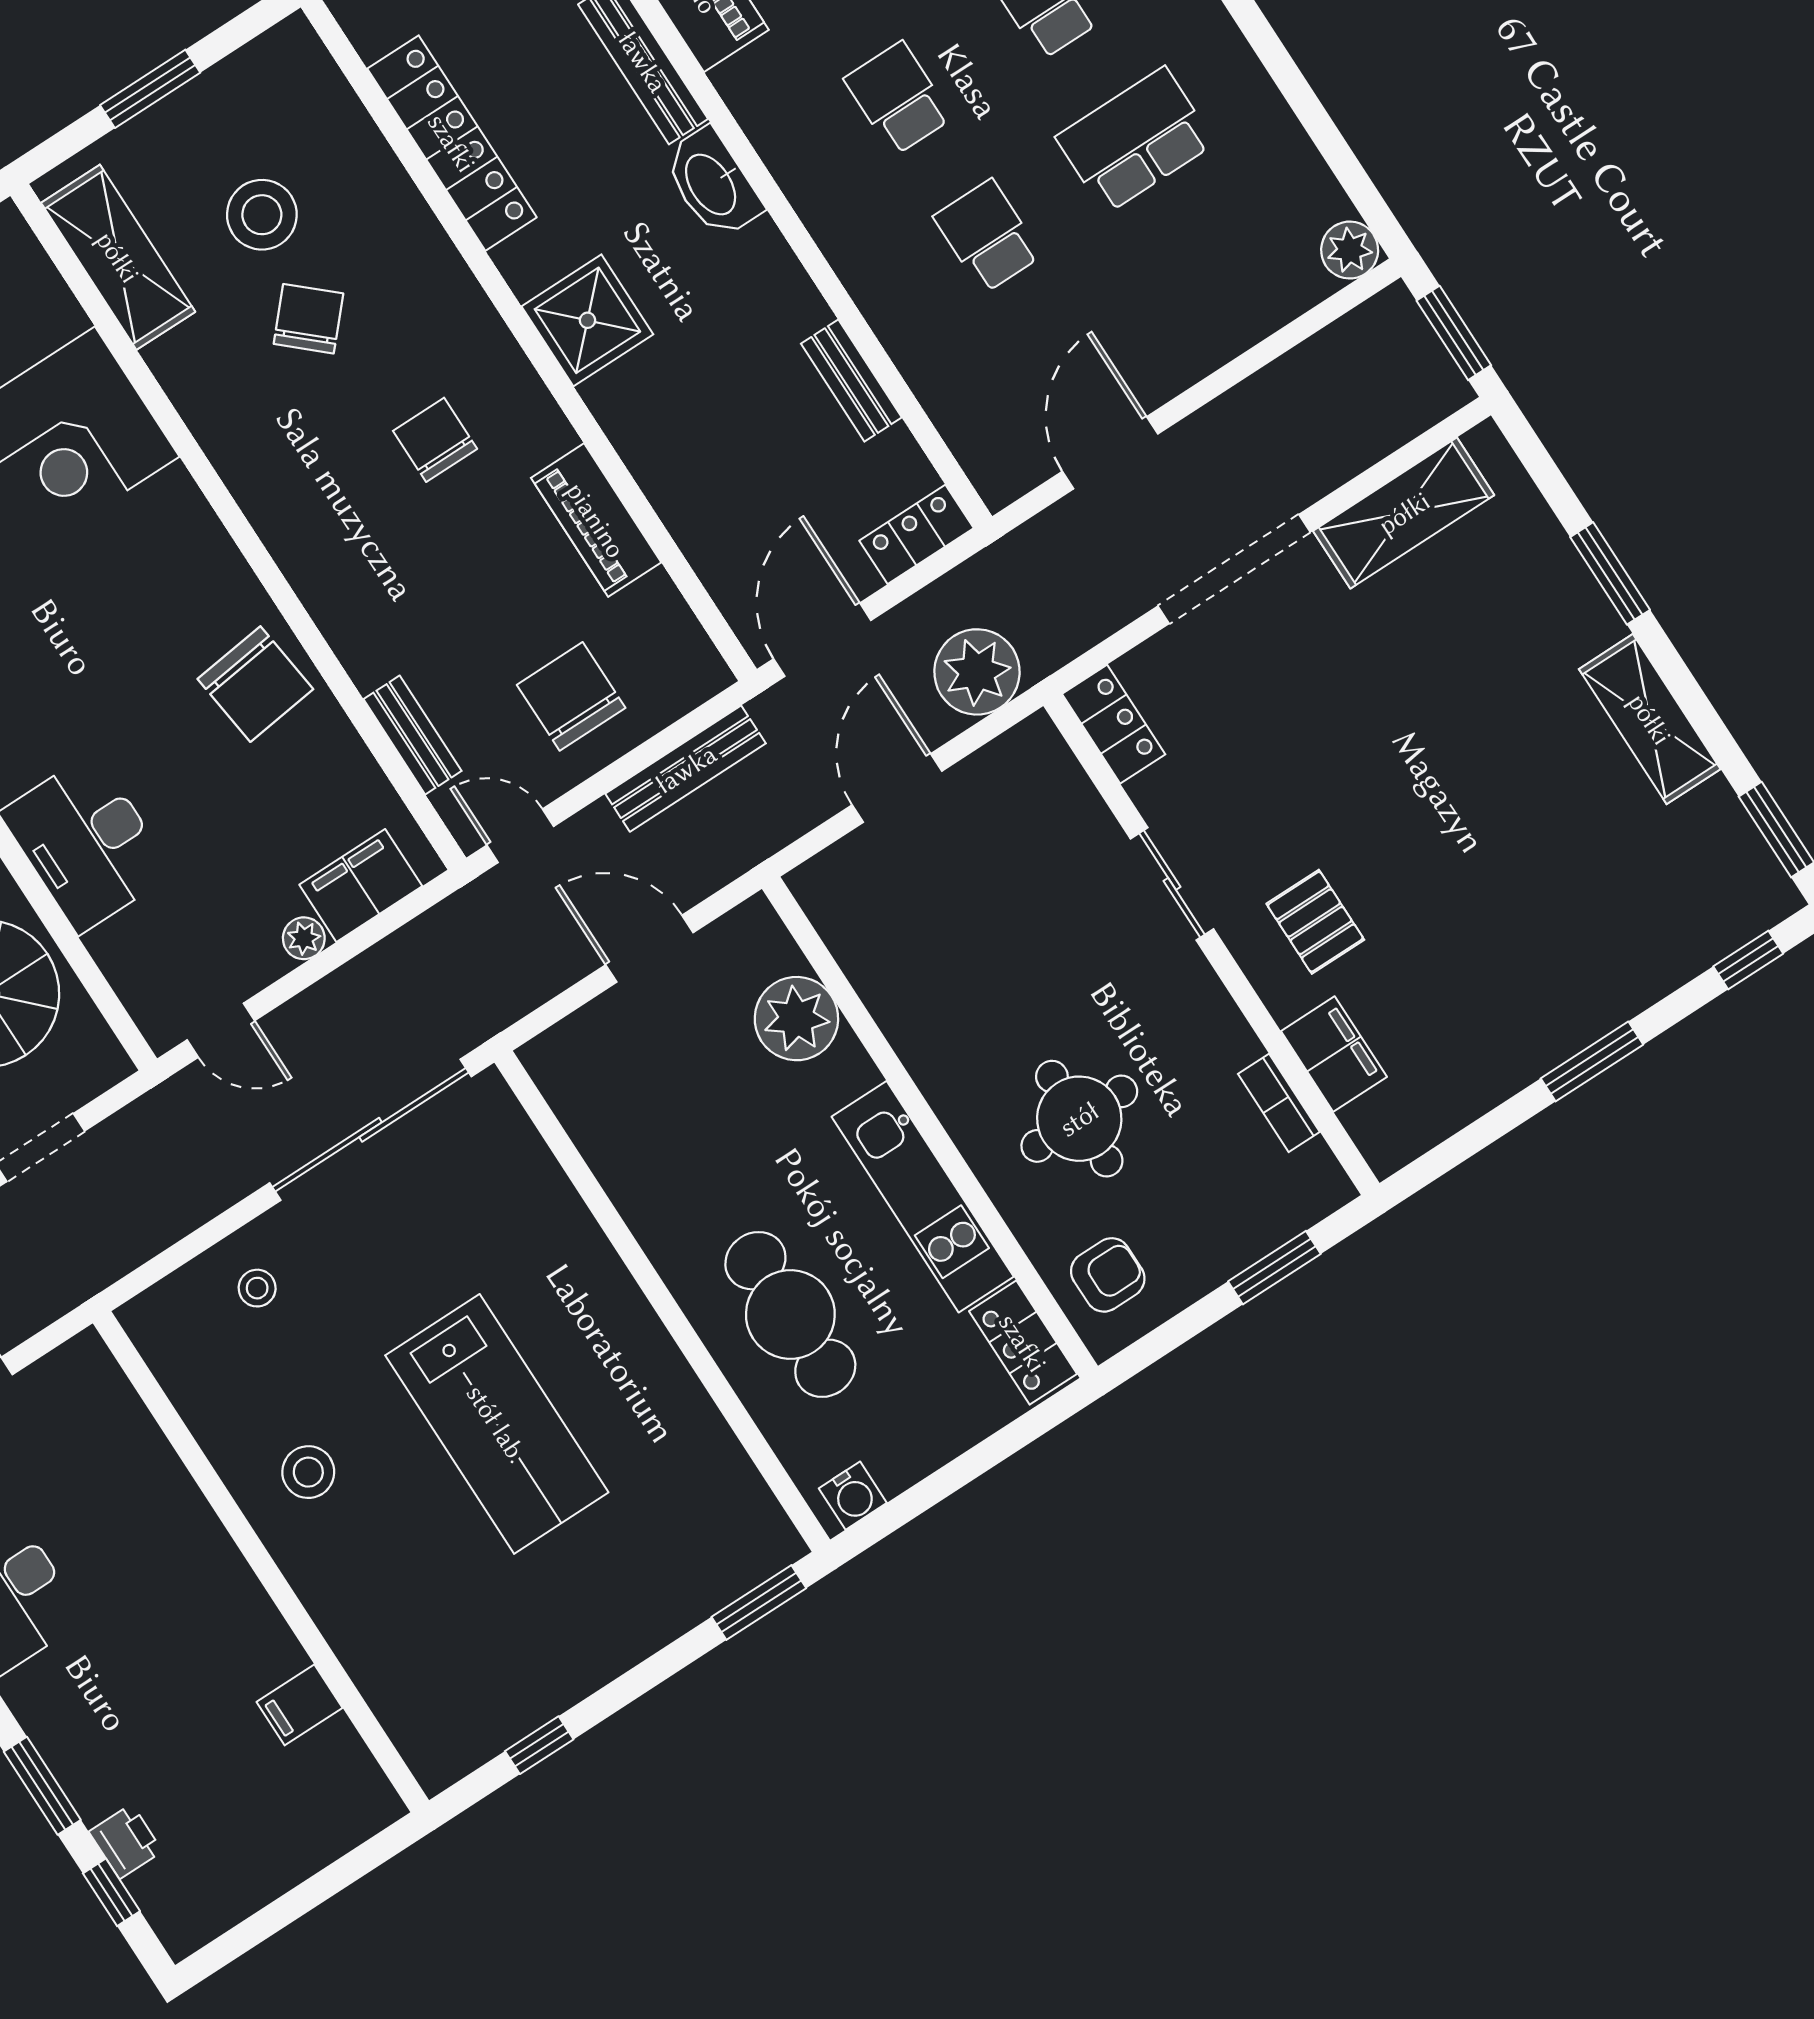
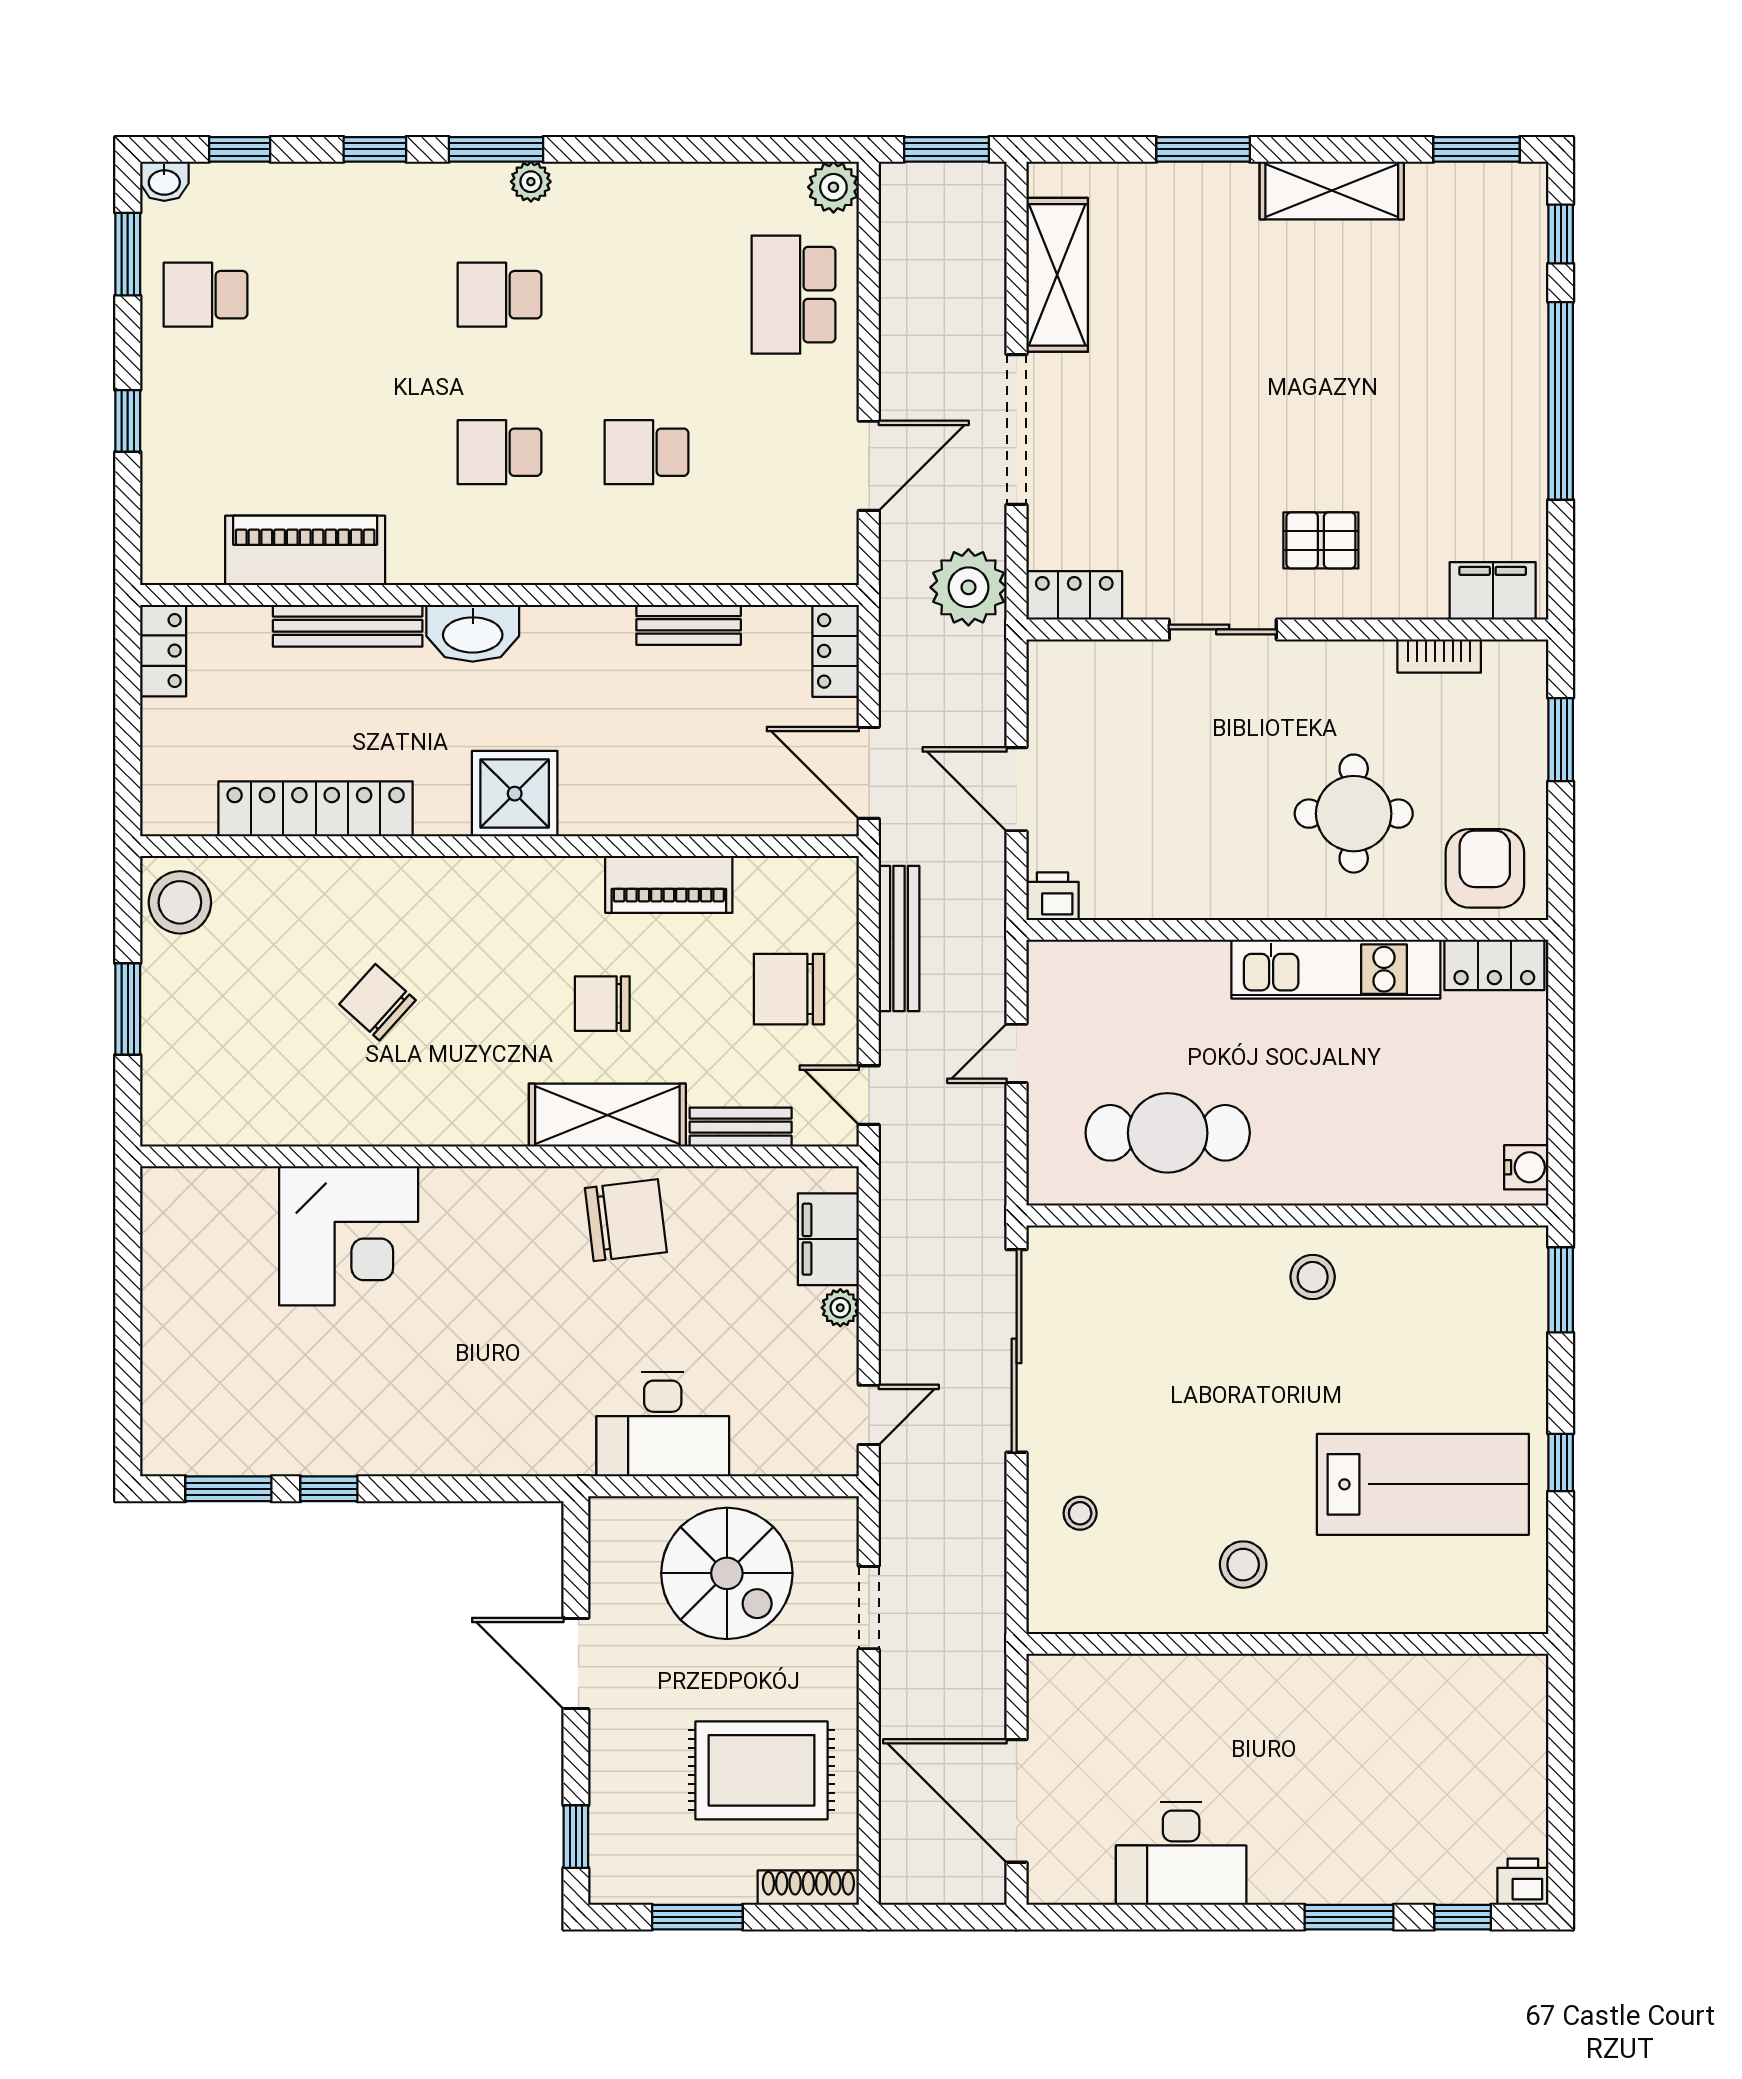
school desk: (1135, 140) -> (793, 295), moved
stool: (262, 215) -> (180, 902), moved
shelving: (118, 257) -> (607, 1115), moved
chair: (435, 440) -> (602, 1004), moved
door: (1110, 453) -> (869, 466), swing flipped
plant: (977, 672) -> (968, 587), moved
door: (520, 836) -> (869, 1095), hinge flipped
printer: (819, 887) -> (1053, 896), added
door: (649, 949) -> (1017, 1053), width x0.73
plant: (796, 1019) -> (1141, 977), removed
filing cabinet: (1334, 1054) -> (1493, 591), moved
window: (1592, 1061) -> (1561, 401), width x2.11
armchair: (1108, 1275) -> (1485, 868), width x1.38, depth x1.38
cafe table: (790, 1314) -> (1168, 1133), moved
stool: (620, 1362) -> (1313, 1277), added
lab bench: (497, 1424) -> (1423, 1484), moved
filing cabinet: (299, 1705) -> (1414, 1685), removed
window: (539, 1745) -> (1561, 1463), moved
printer: (126, 1841) -> (1523, 1882), moved

